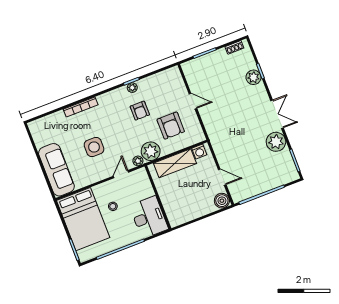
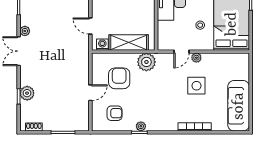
door: (193, 101) -> (90, 93), swing flipped
armchair: (140, 111) -> (114, 113), moved, turned 90
plant: (276, 142) -> (25, 31), width x0.53, depth x0.53
plant: (138, 161) -> (196, 58), moved
sofa: (56, 170) -> (239, 106), moved
door: (222, 177) -> (90, 26), moved

